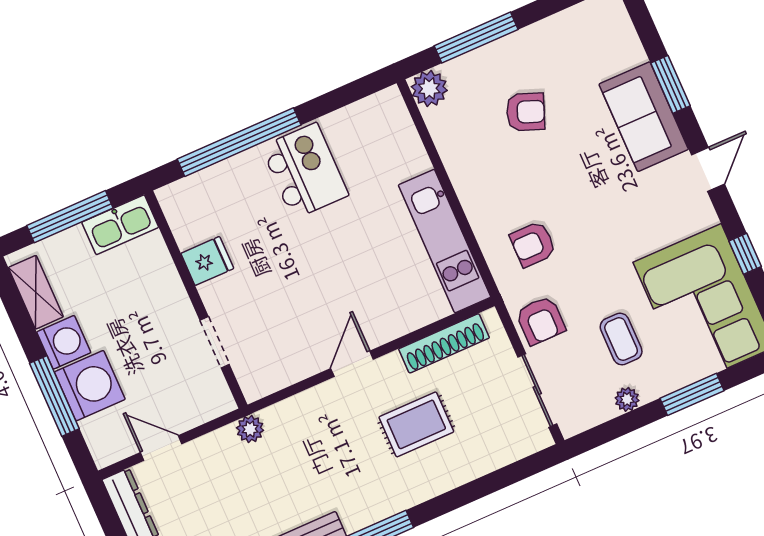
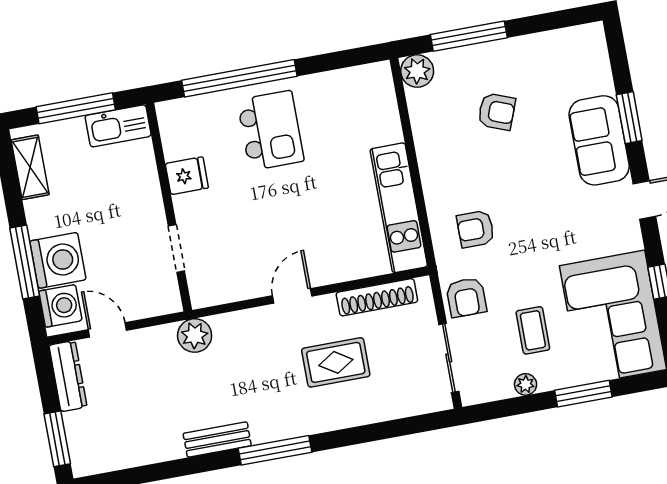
kitchen island: (305, 171) -> (271, 130), moved
washing machine: (64, 342) -> (60, 306), moved
plant: (250, 429) -> (195, 335), width x1.38, depth x1.38

